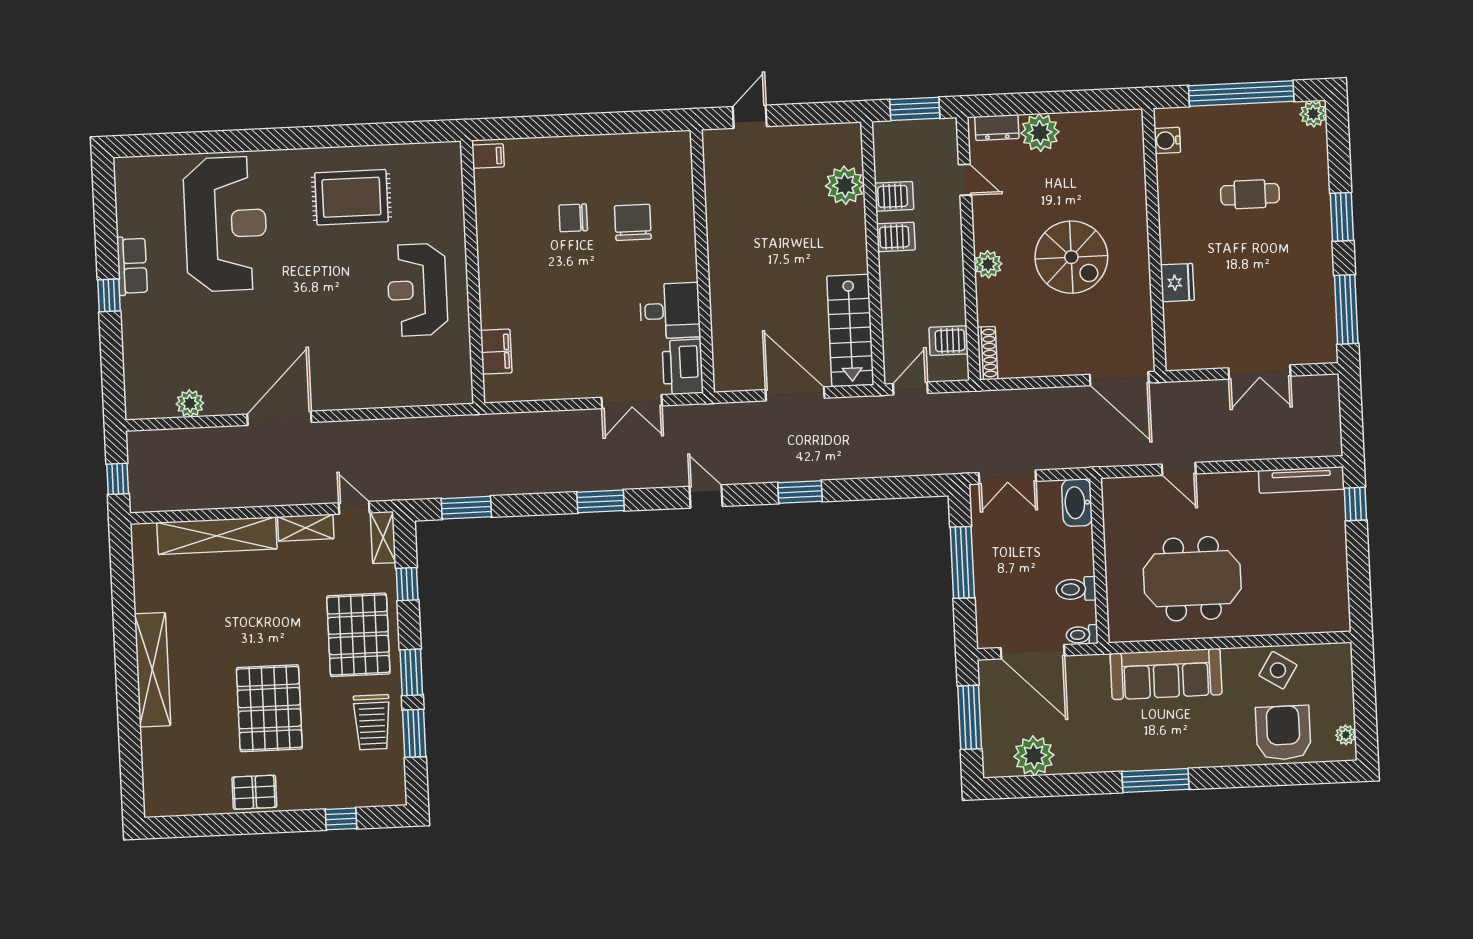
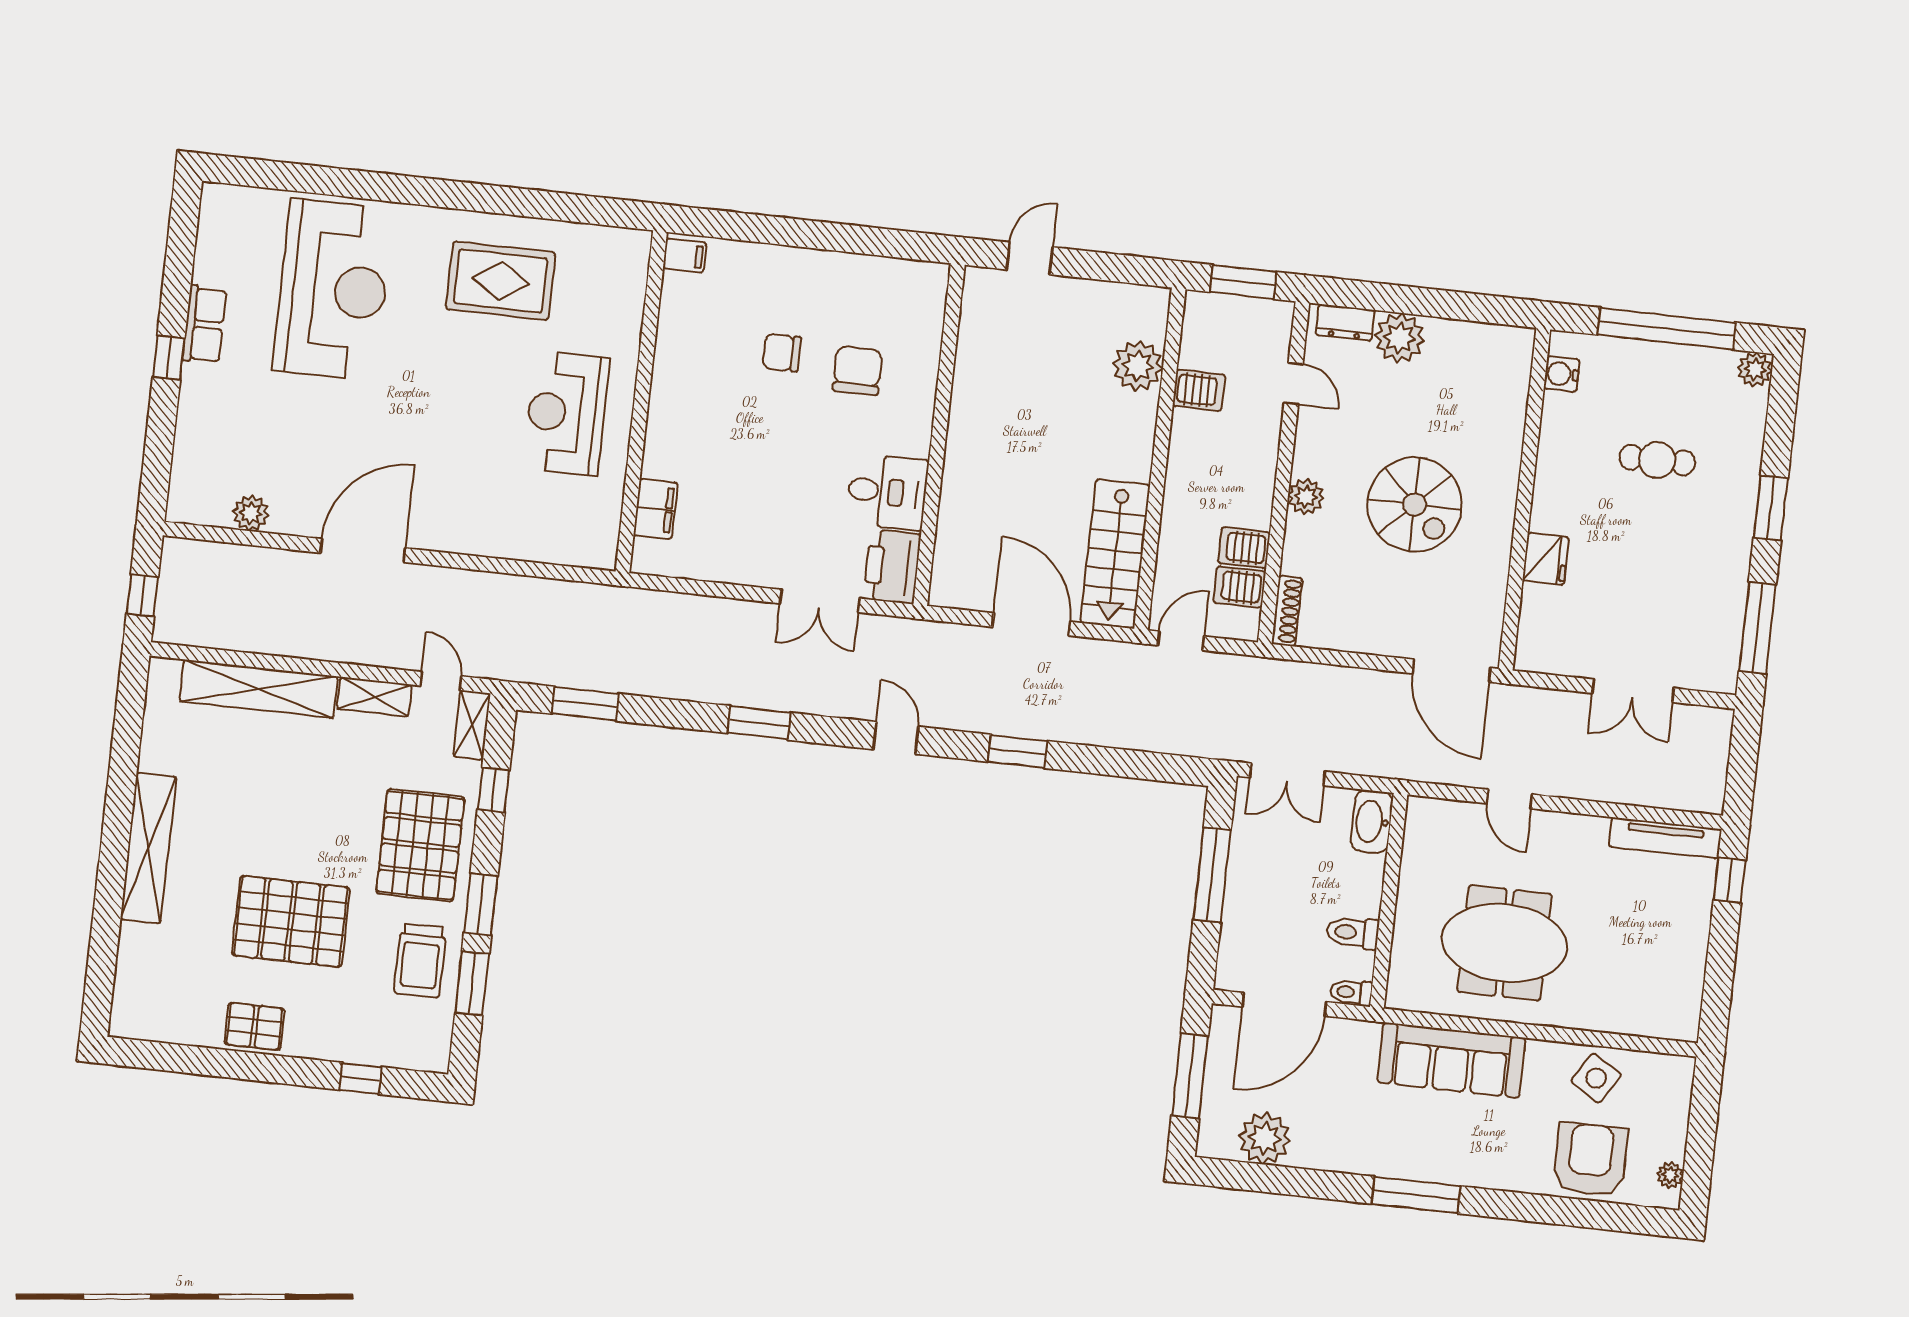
server rack: (896, 237) -> (1244, 548), moved, turned 180
door: (1033, 652) -> (1284, 1004), hinge flipped
pallet: (269, 708) -> (291, 921), turned 90

